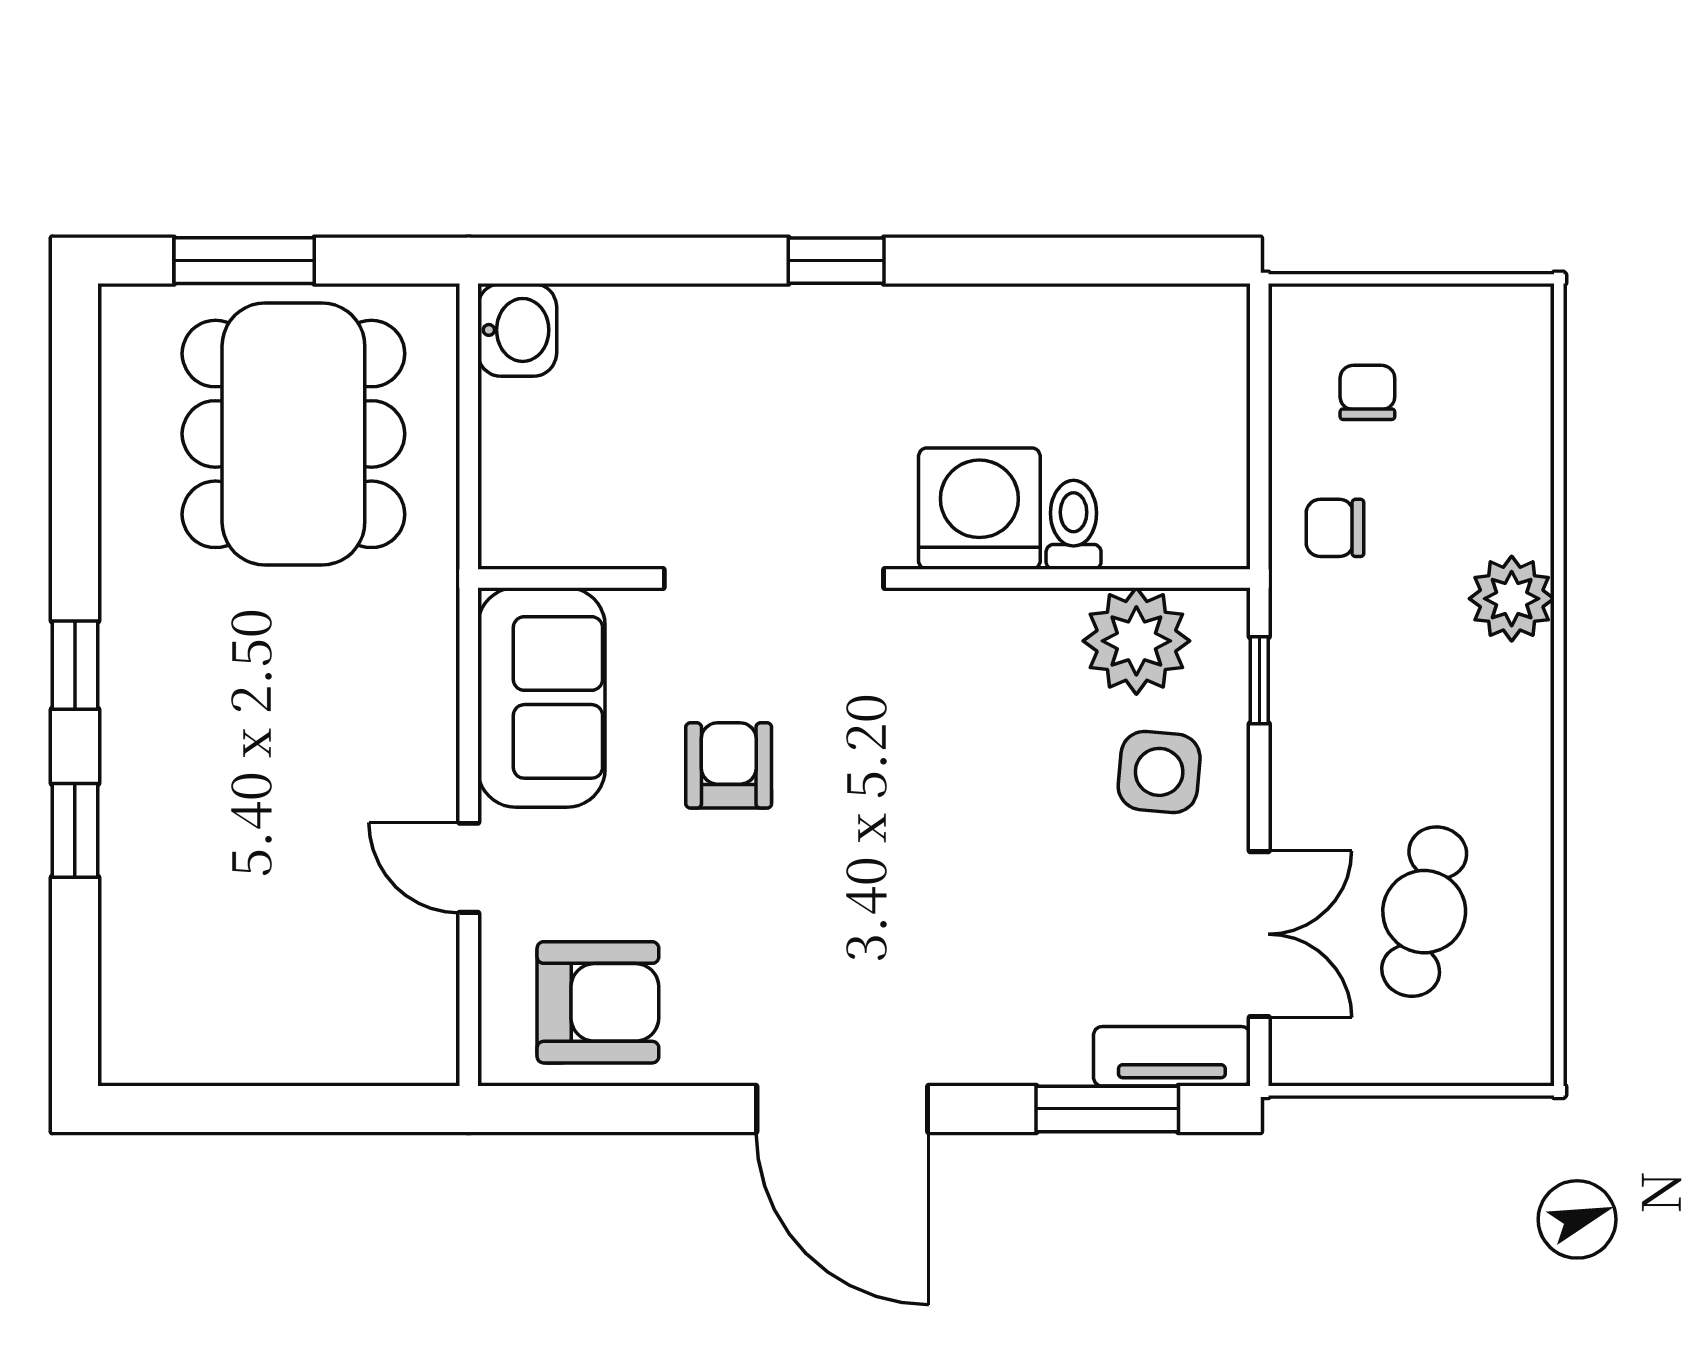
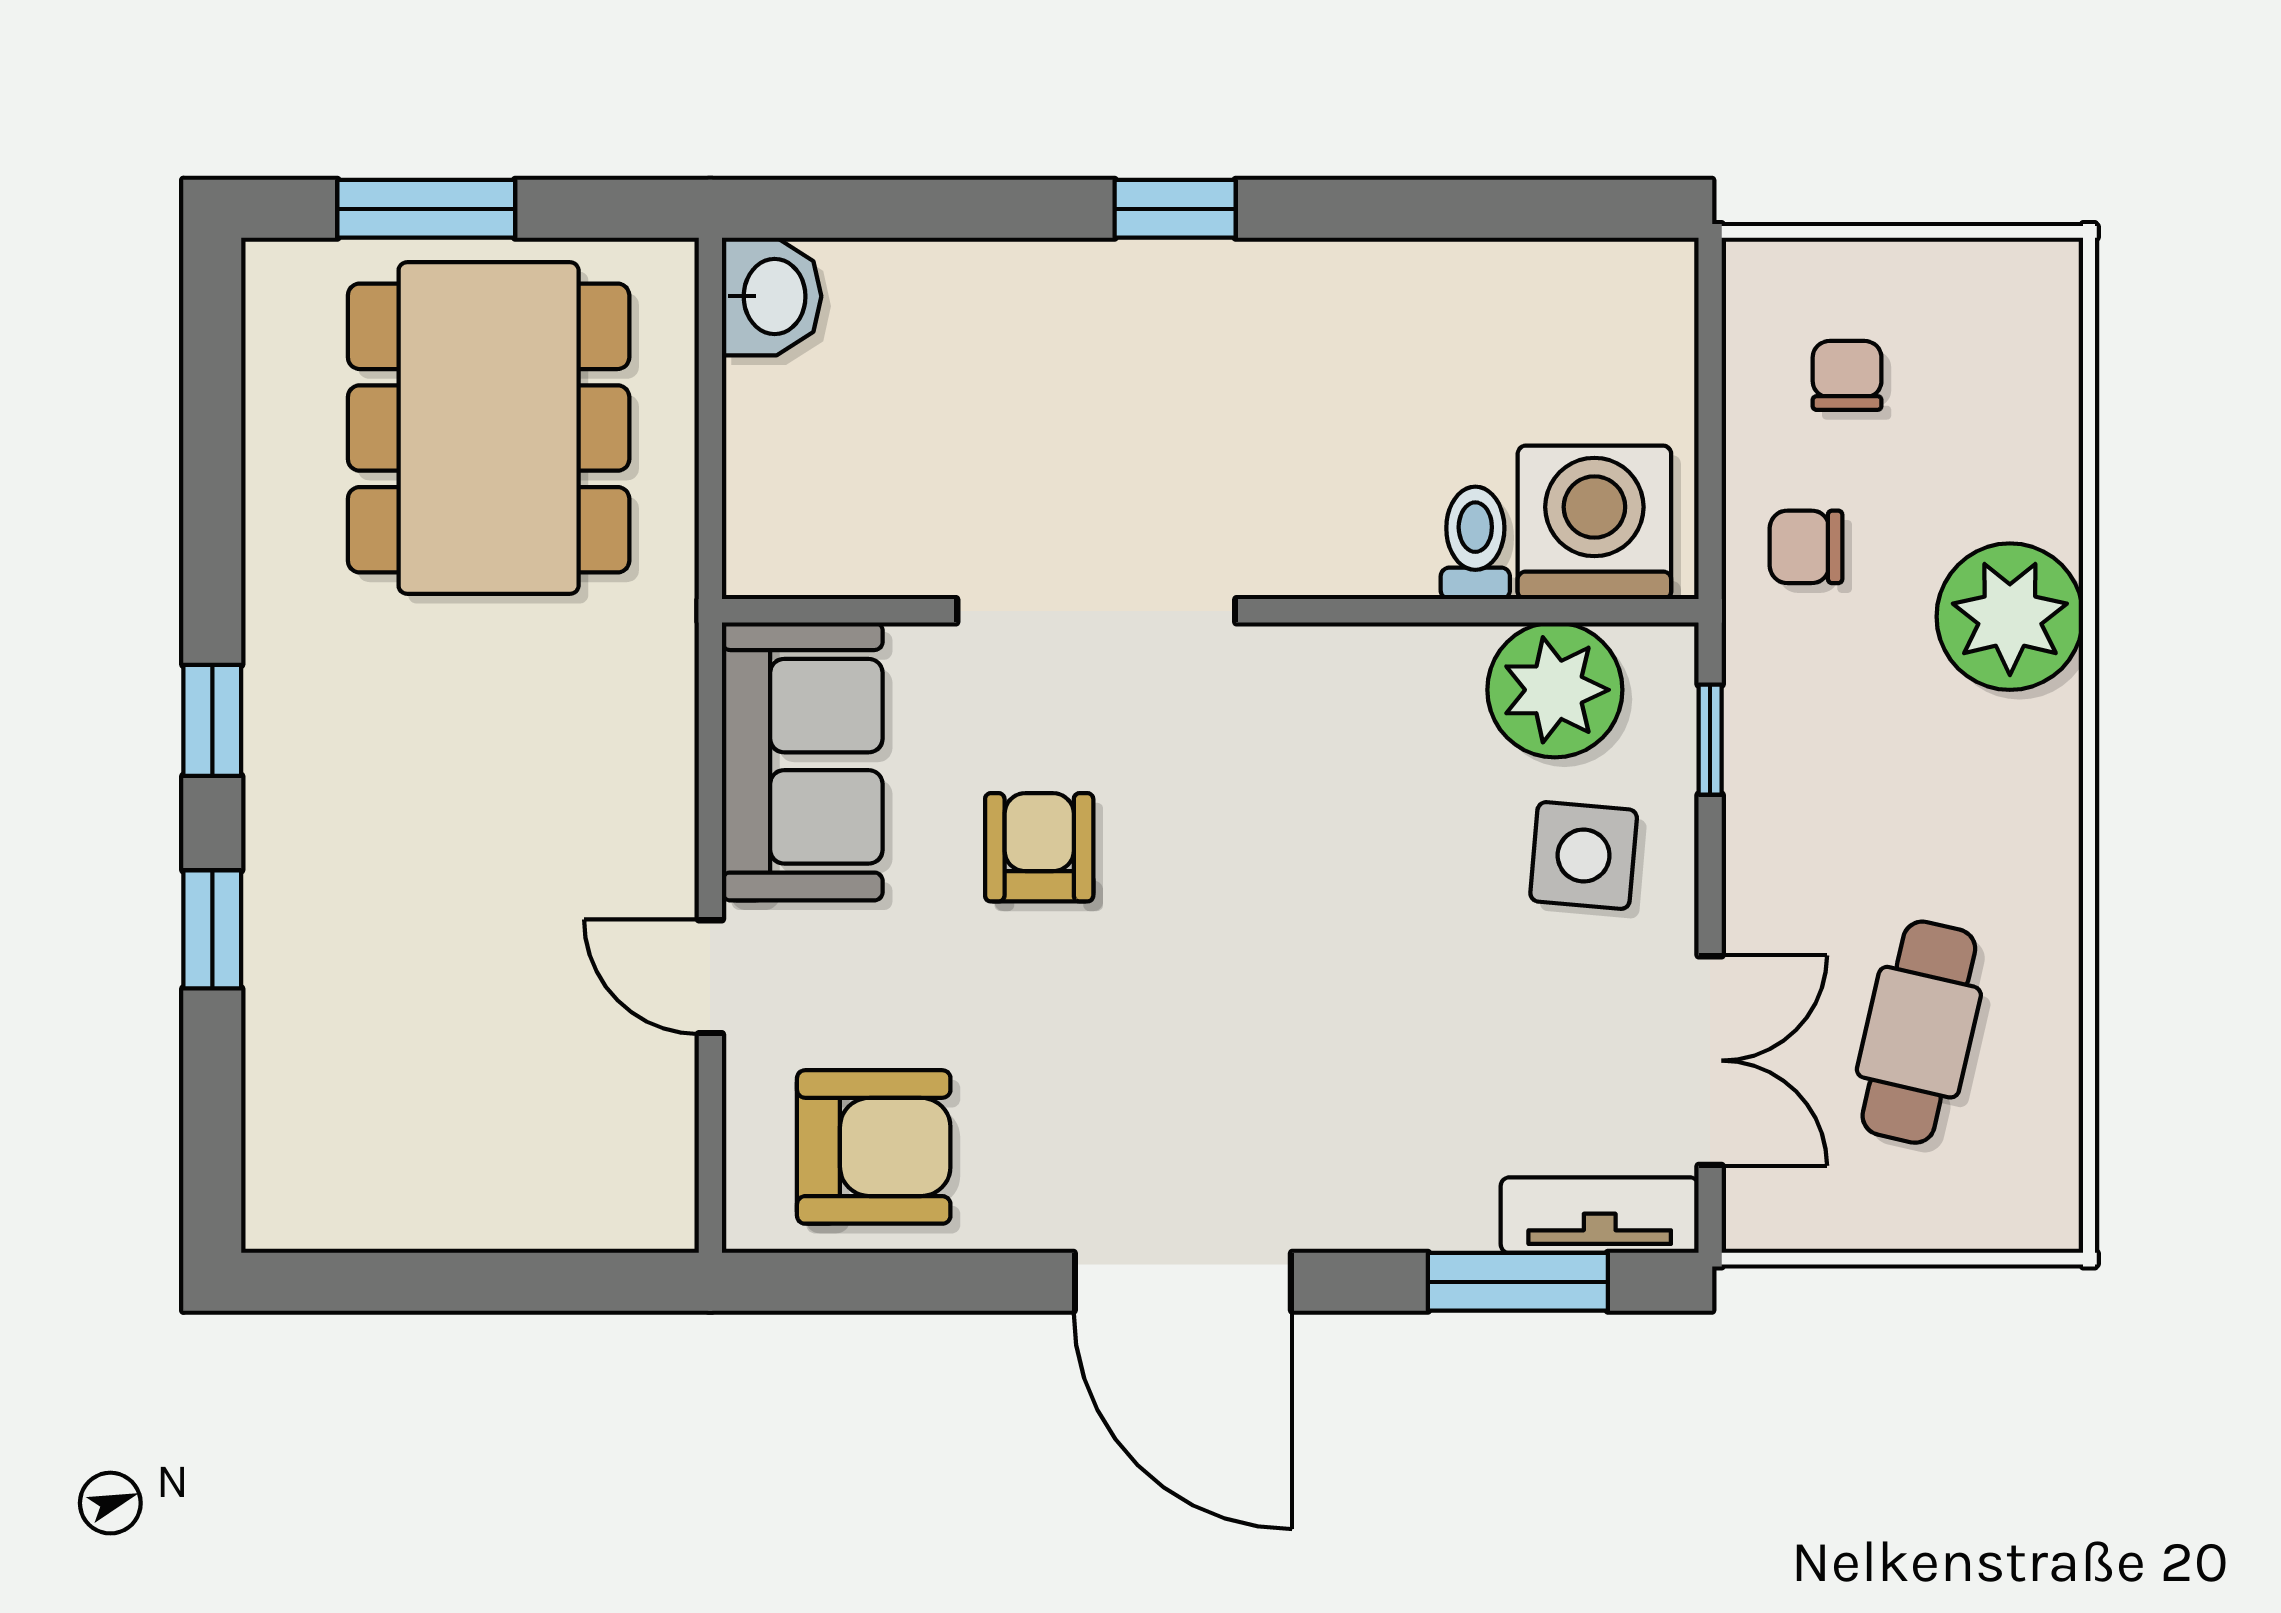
washing machine: (979, 509) -> (1594, 522), moved
plant: (1512, 599) -> (2010, 617), width x1.36, depth x1.36

